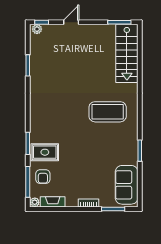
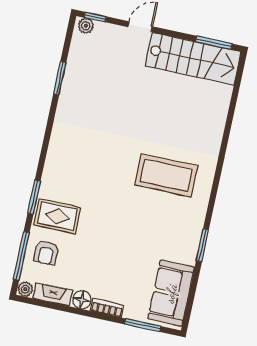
stairs: (127, 53) -> (193, 59), moved, turned -90
floor lamp: (72, 201) -> (82, 300), added

